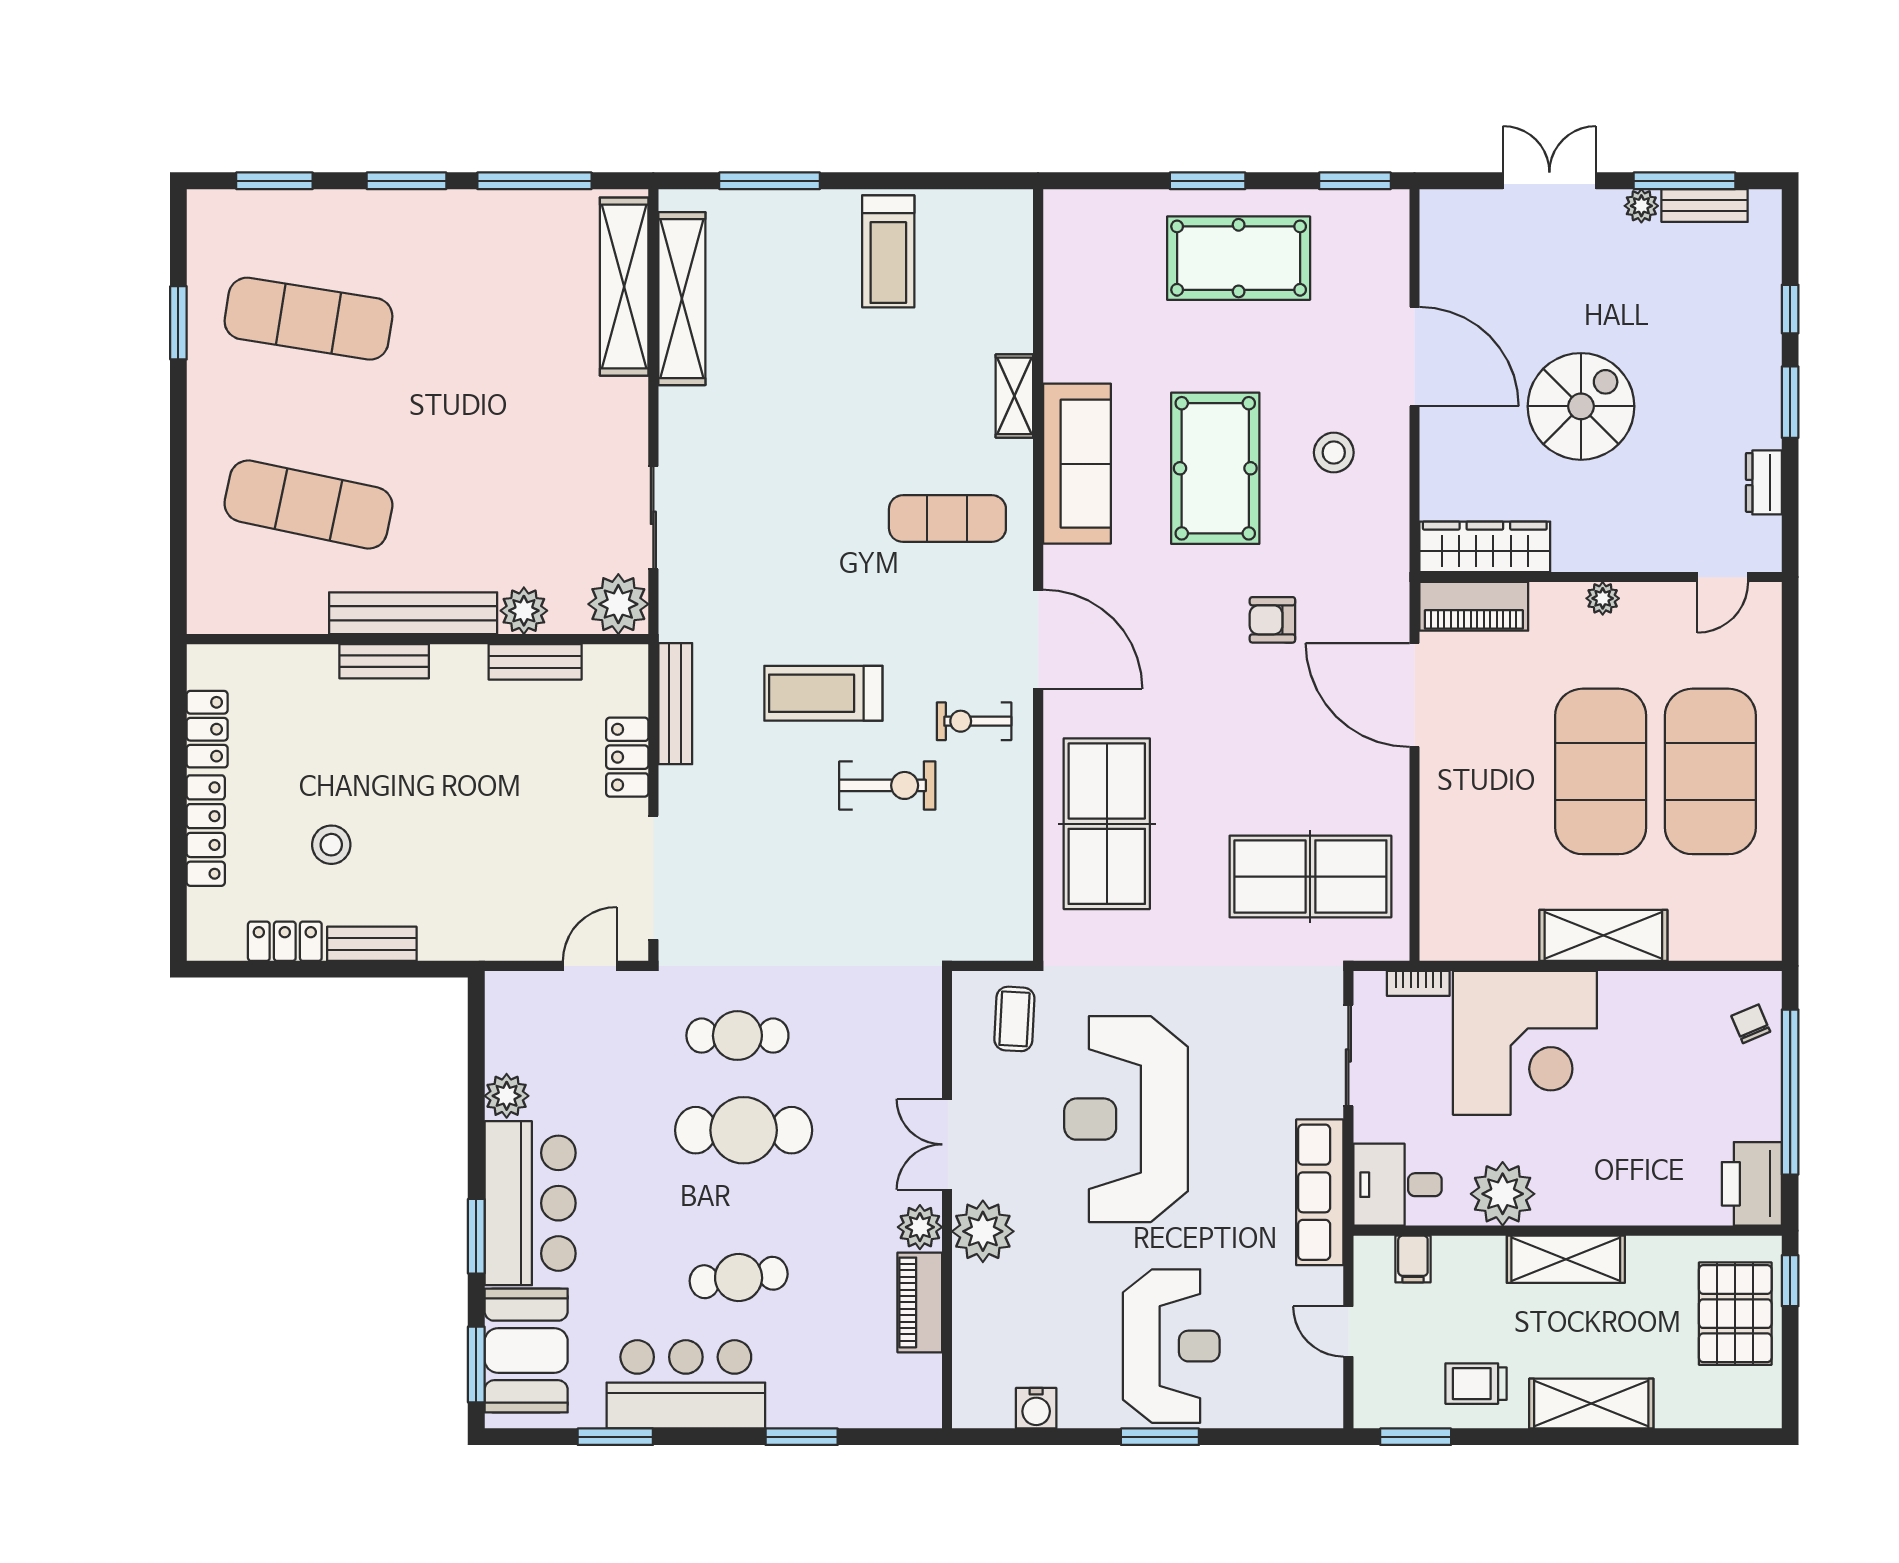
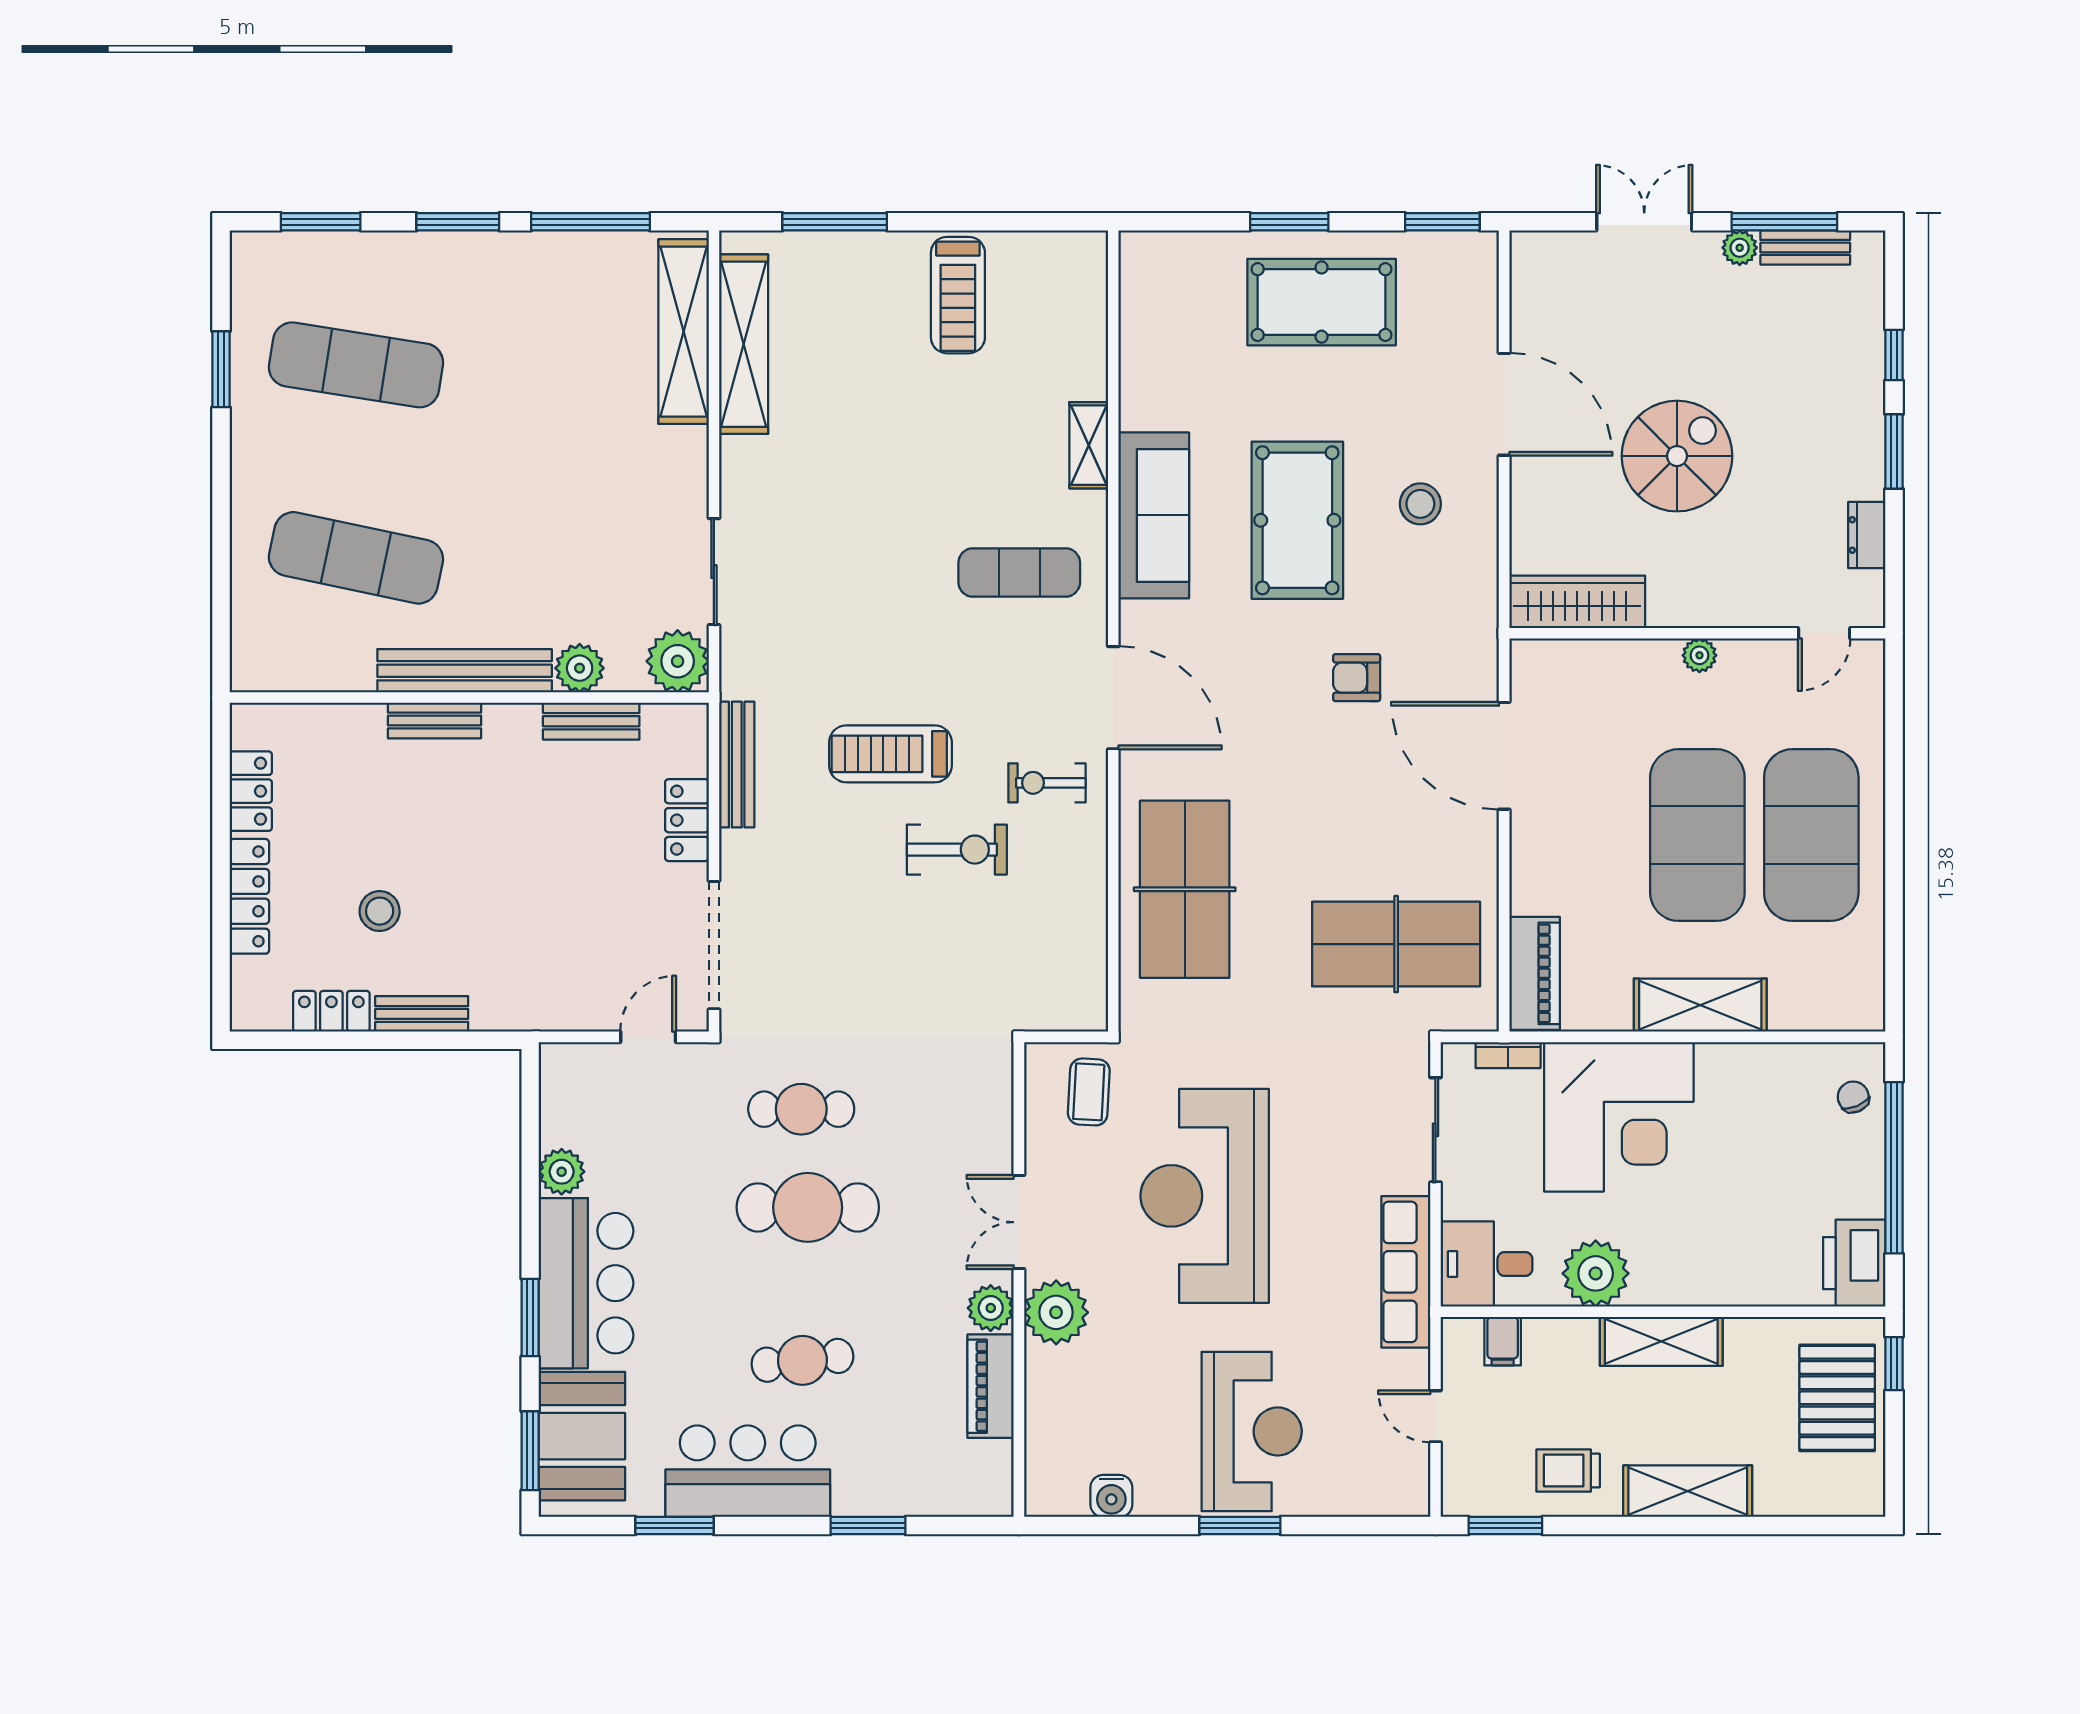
piano: (1474, 606) -> (1535, 973), moved, turned -90

